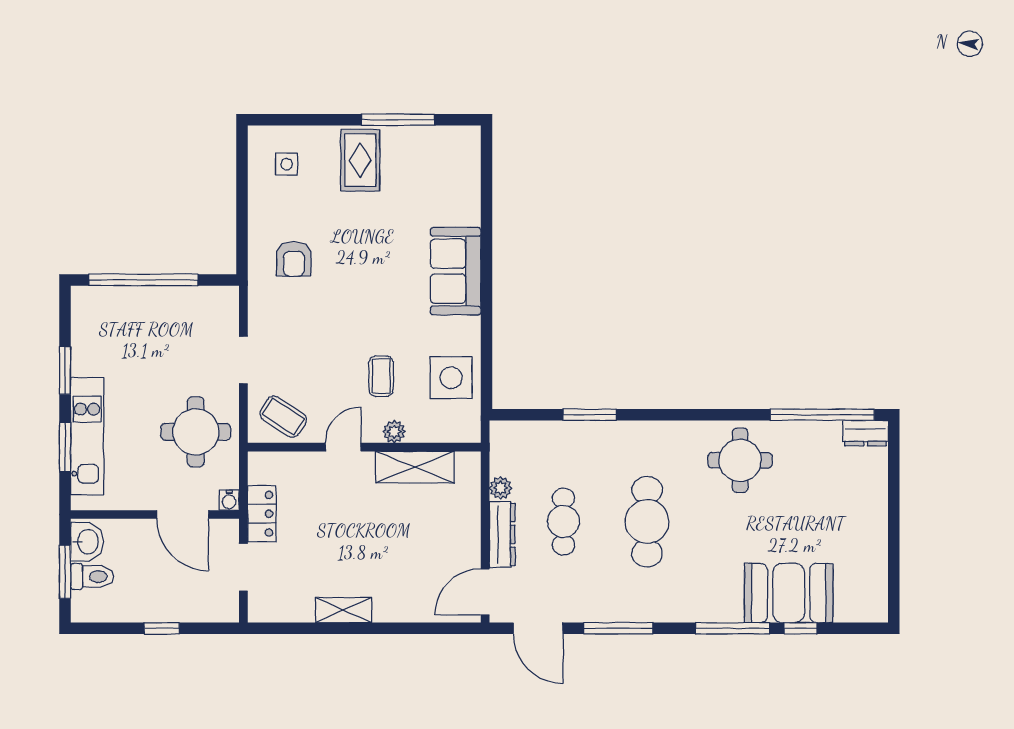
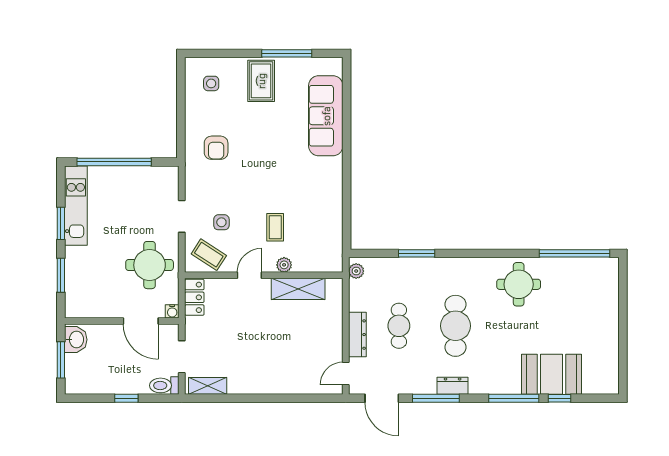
sofa: (456, 271) -> (326, 116), moved, width x1.36
side table: (451, 378) -> (221, 222), moved, width x0.54, depth x0.54
dresser: (866, 433) -> (453, 386), moved, turned 180
kitchen unit: (87, 436) -> (76, 206), moved
plant: (501, 488) -> (356, 271), moved
locker: (262, 514) -> (194, 297), moved
toilet: (92, 577) -> (164, 385), moved, turned 180
door: (485, 592) -> (346, 373), width x0.73
shelving: (344, 610) -> (208, 386), moved

